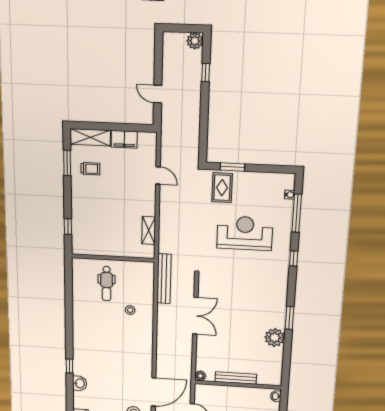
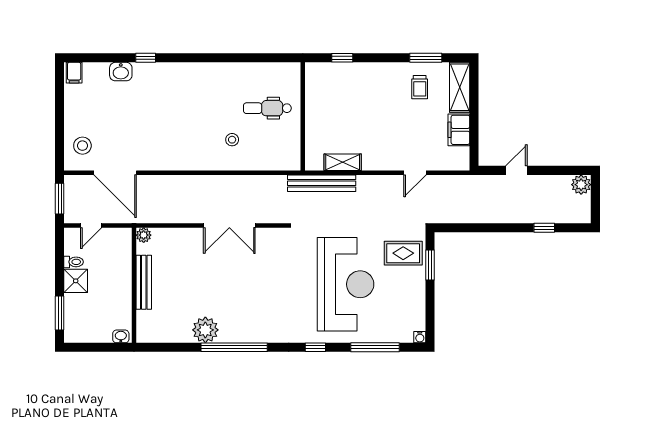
plant: (195, 41) -> (581, 185), moved
water cooler: (290, 195) -> (420, 337), moved
reception desk: (245, 233) -> (345, 284), width x1.36, depth x1.30
bench: (164, 279) -> (322, 183), moved
window: (289, 318) -> (234, 347), width x2.11

